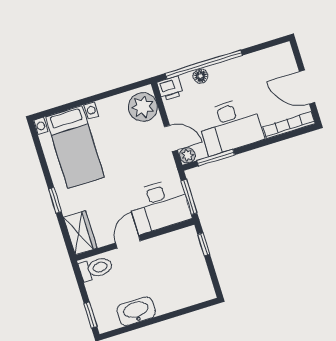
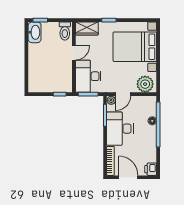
door: (307, 87) -> (128, 177), hinge flipped
printer: (170, 88) -> (151, 169), moved
bed with nightstands: (75, 147) -> (135, 47), width x1.36
door: (128, 242) -> (74, 53), hinge flipped
washbasin: (136, 311) -> (35, 32), moved

